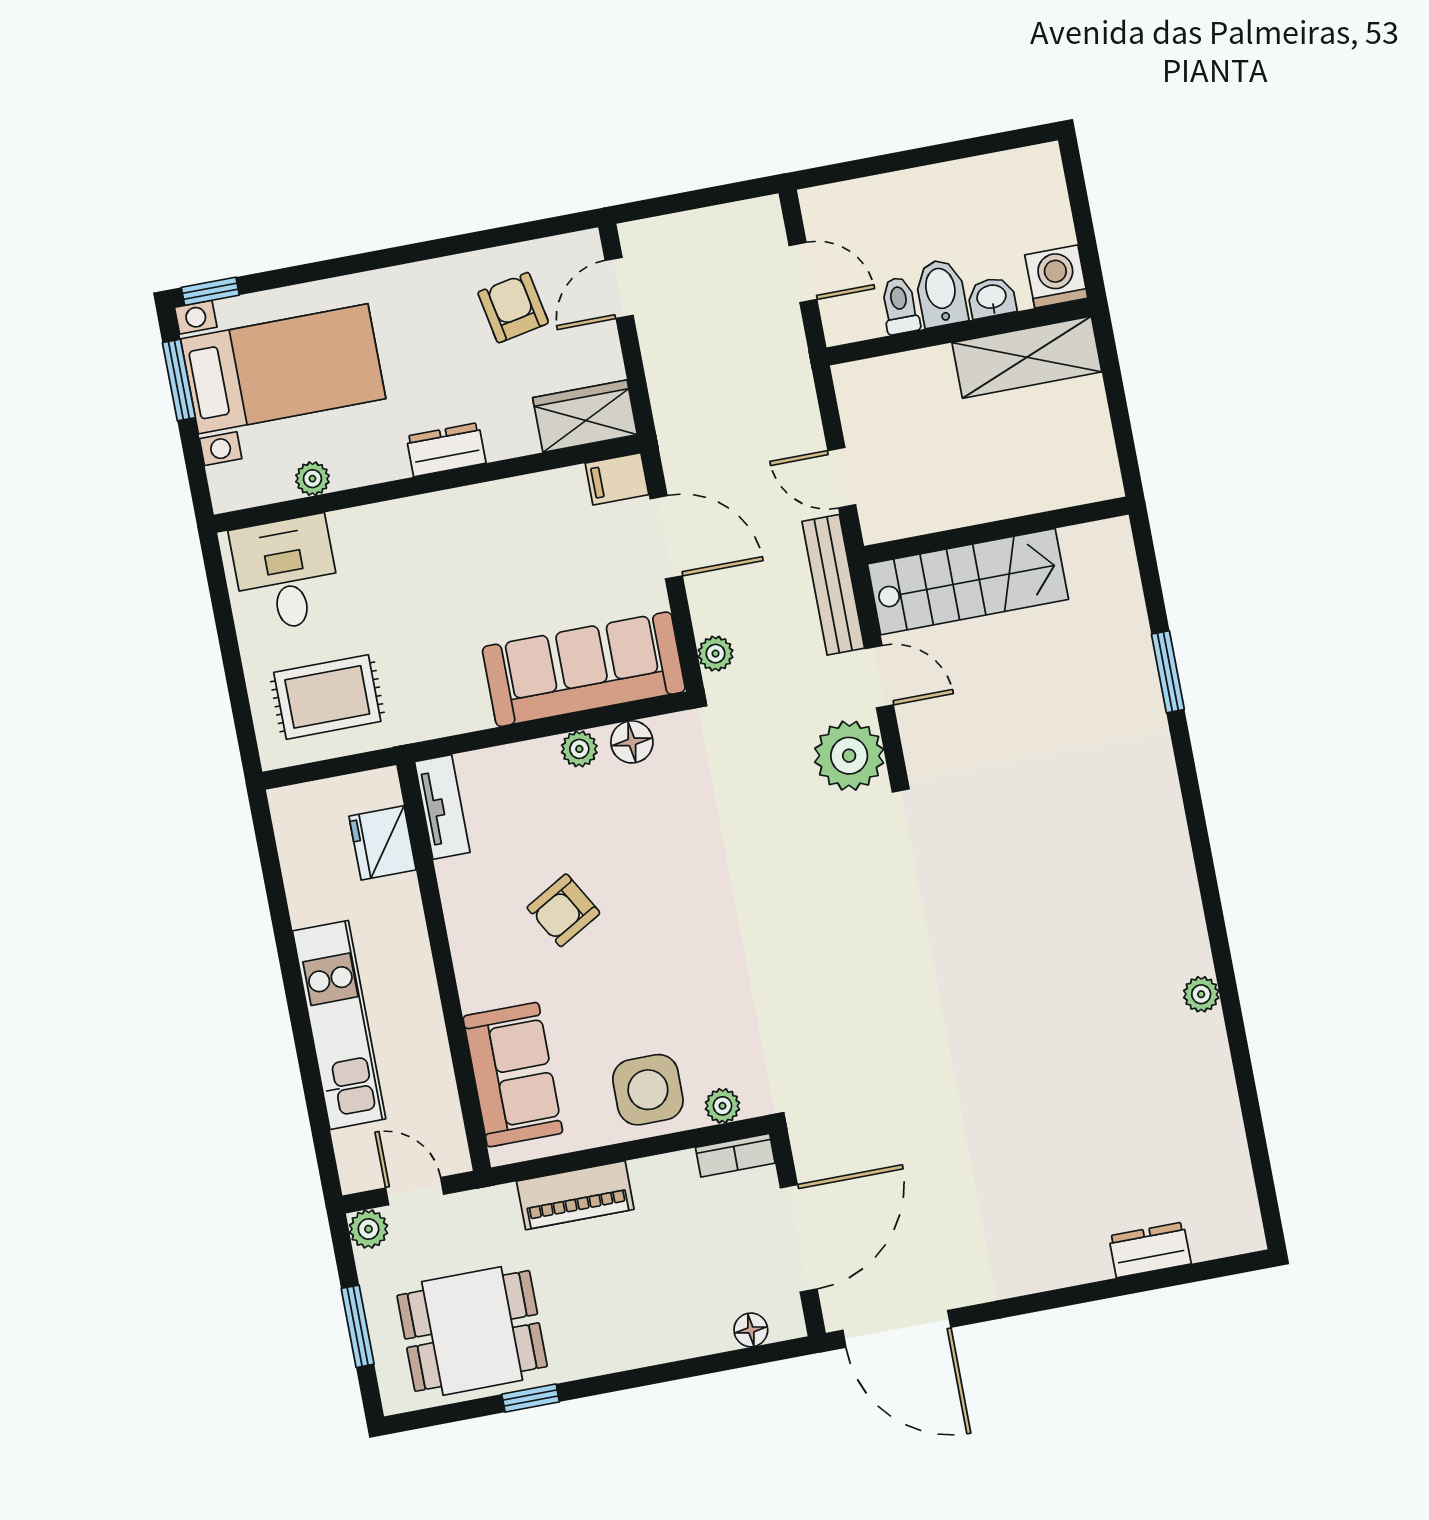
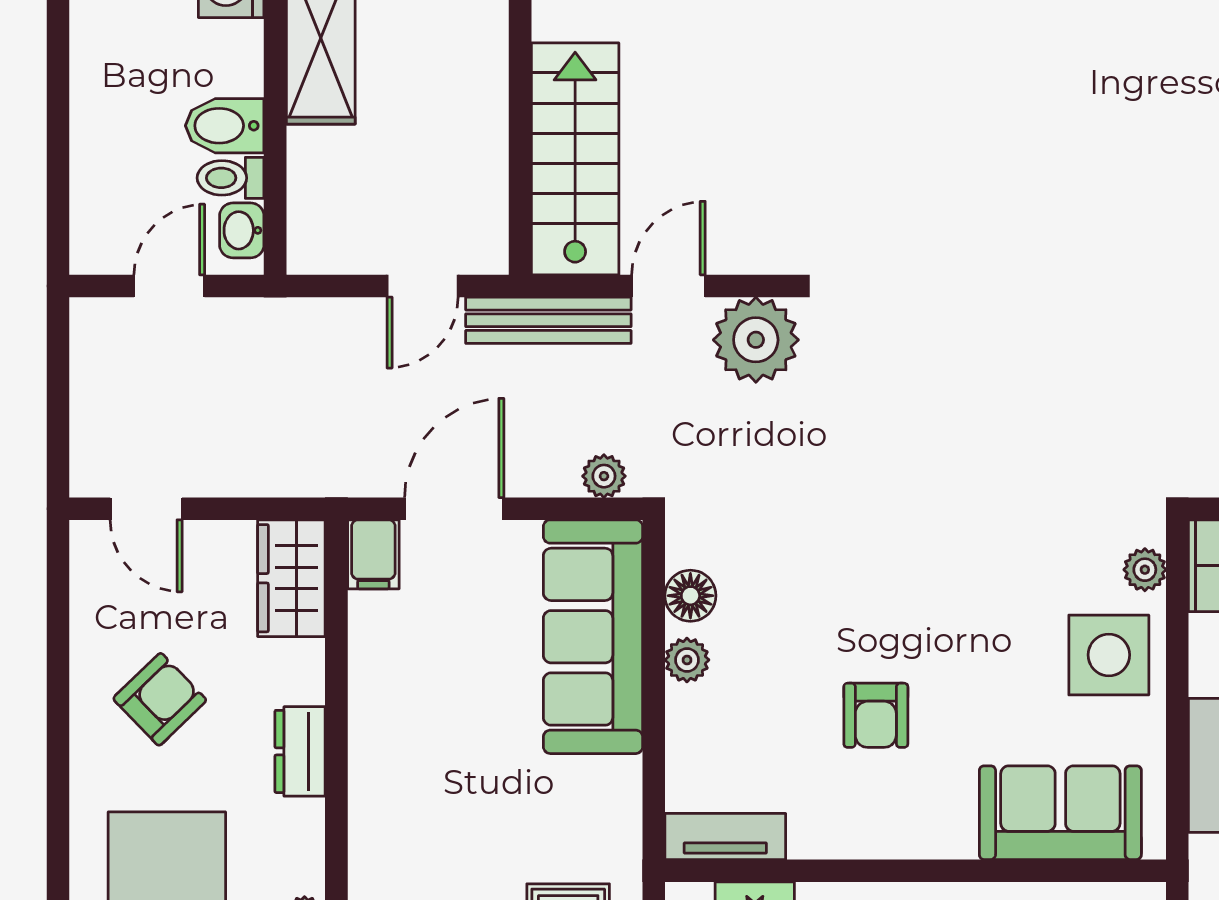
washbasin: (992, 298) -> (242, 230), moved
armchair: (513, 308) -> (160, 699), moved, turned 147
armchair: (563, 910) -> (876, 715), turned 30

